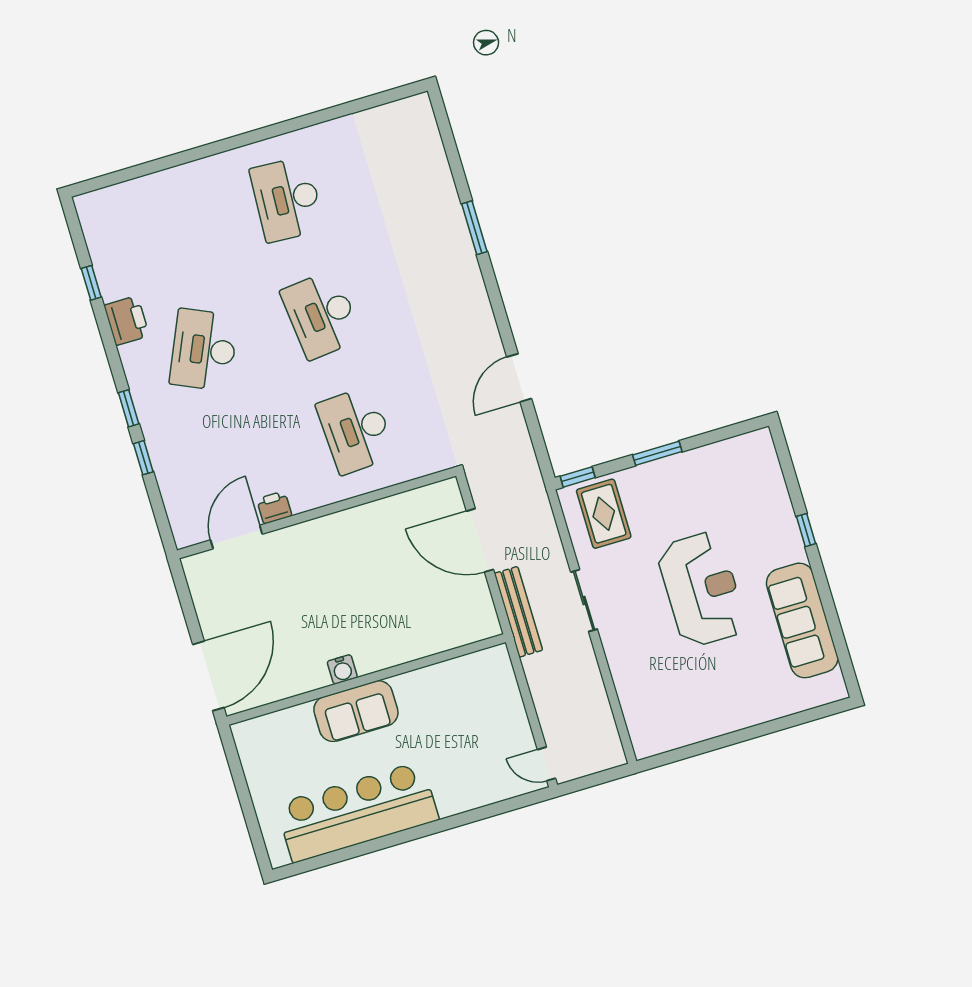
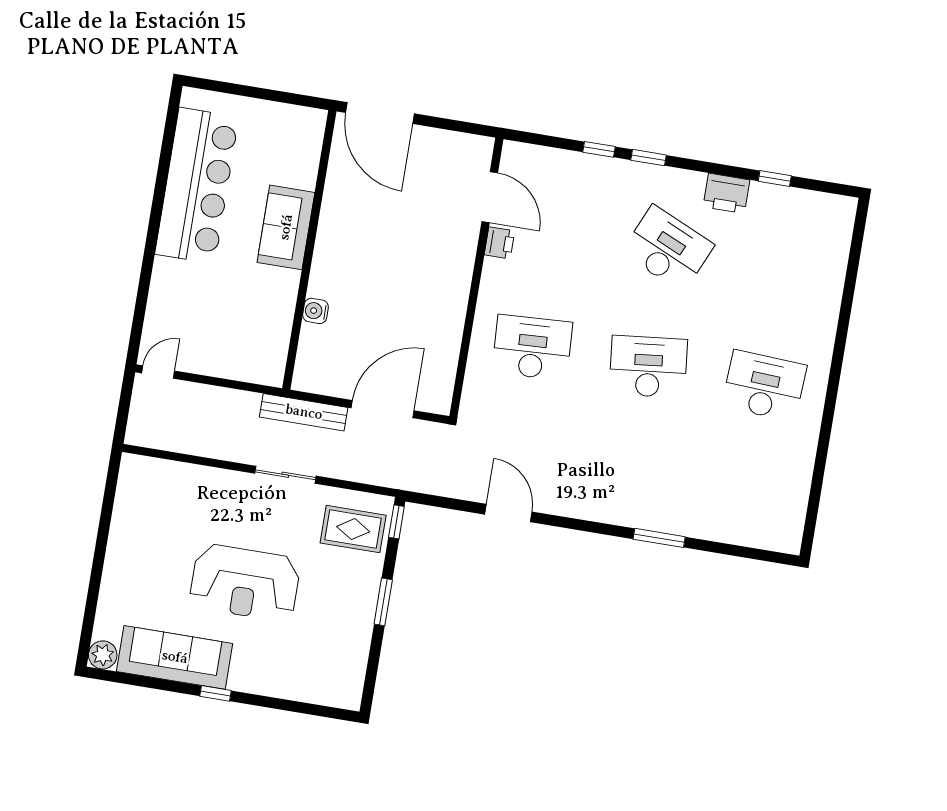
window: (806, 530) -> (215, 693), moved
water cooler: (342, 669) -> (316, 311), moved
plant: (832, 688) -> (103, 655), added

